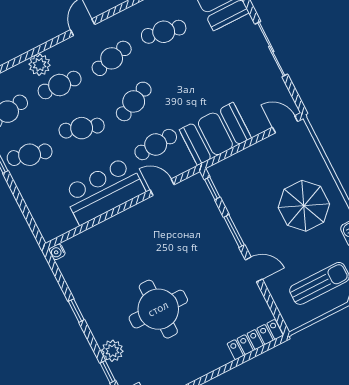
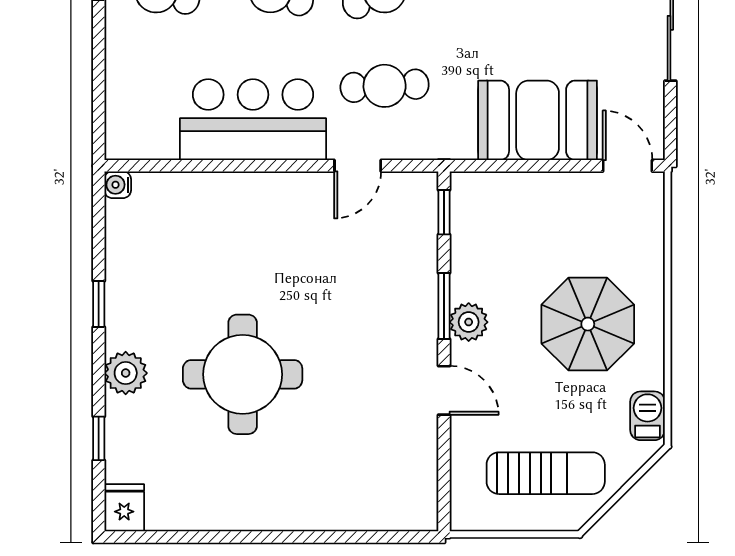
booth: (215, 134) -> (538, 120), moved
door: (162, 187) -> (358, 166), swing flipped
plant: (249, 233) -> (469, 322), added
locker: (255, 340) -> (384, 513), removed
plant: (112, 351) -> (126, 373), moved

